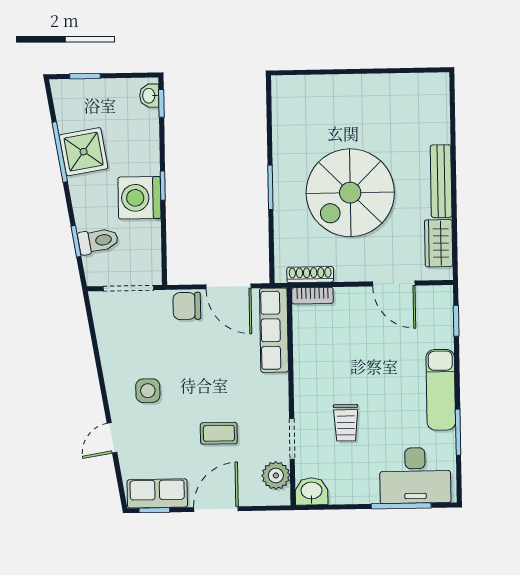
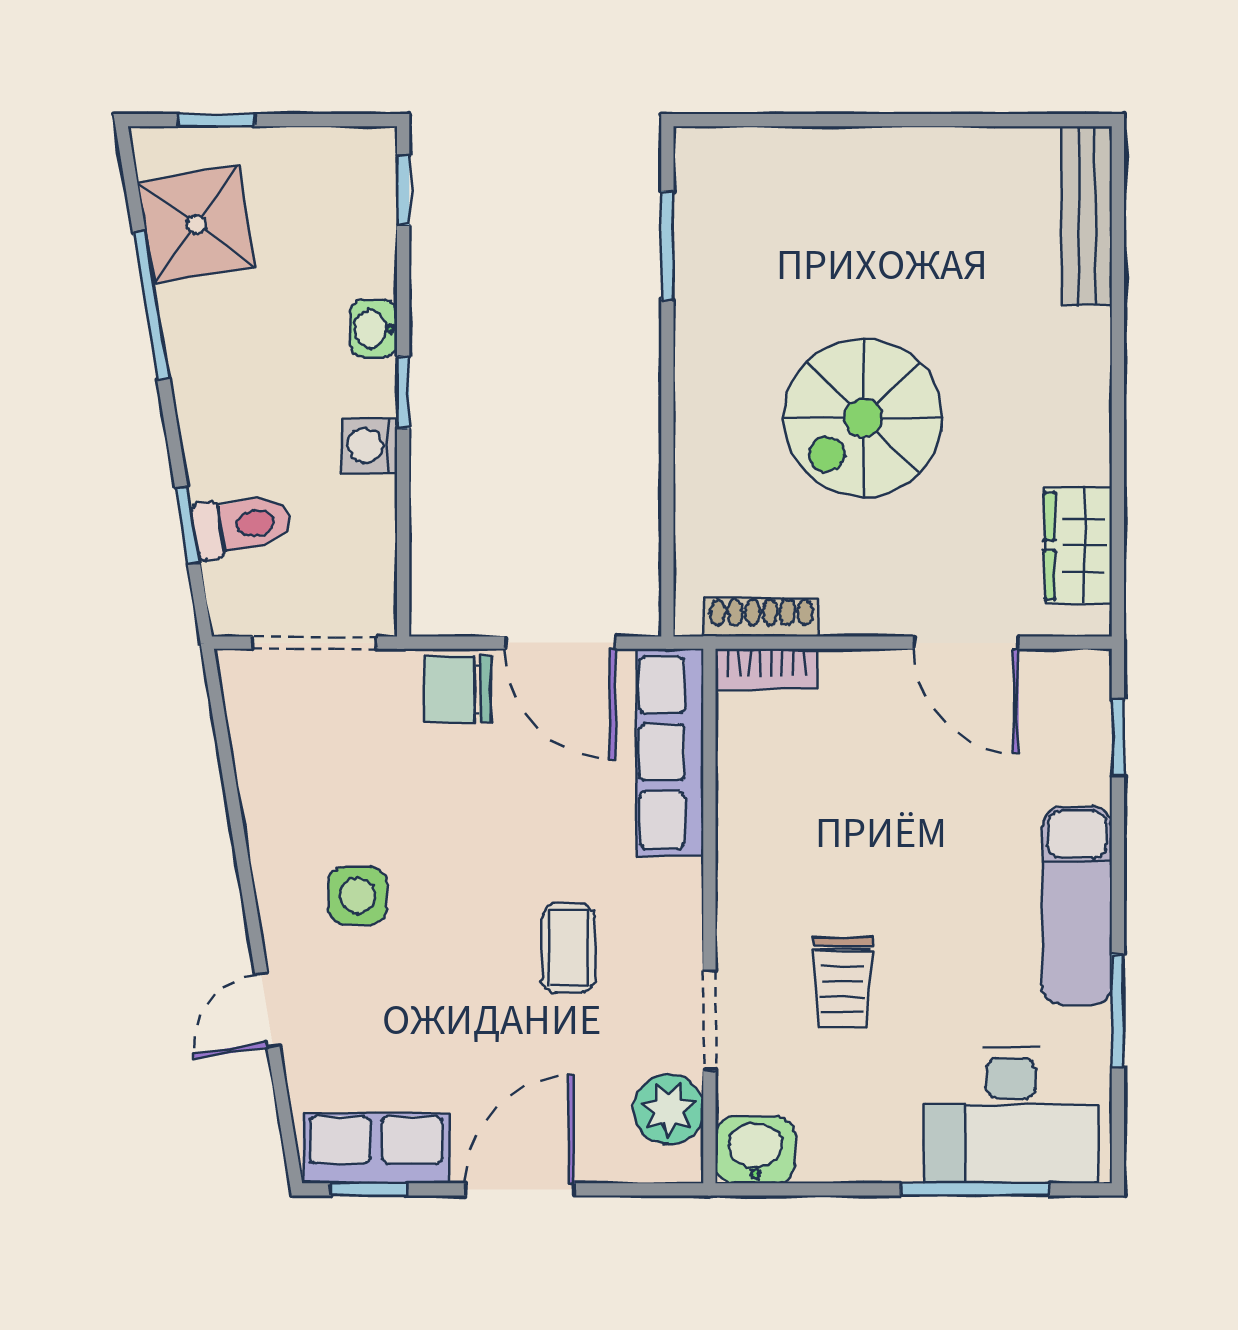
washbasin: (149, 96) -> (374, 329), moved
shower: (84, 152) -> (197, 225), moved
bench: (441, 181) -> (1087, 215), moved
window: (270, 187) -> (667, 246), moved
spiral stairs: (350, 193) -> (863, 418), width x0.73, depth x0.73
washing machine: (139, 198) -> (370, 446), width x0.53, depth x0.53
coffee table: (219, 433) -> (569, 948), moved, turned 90

